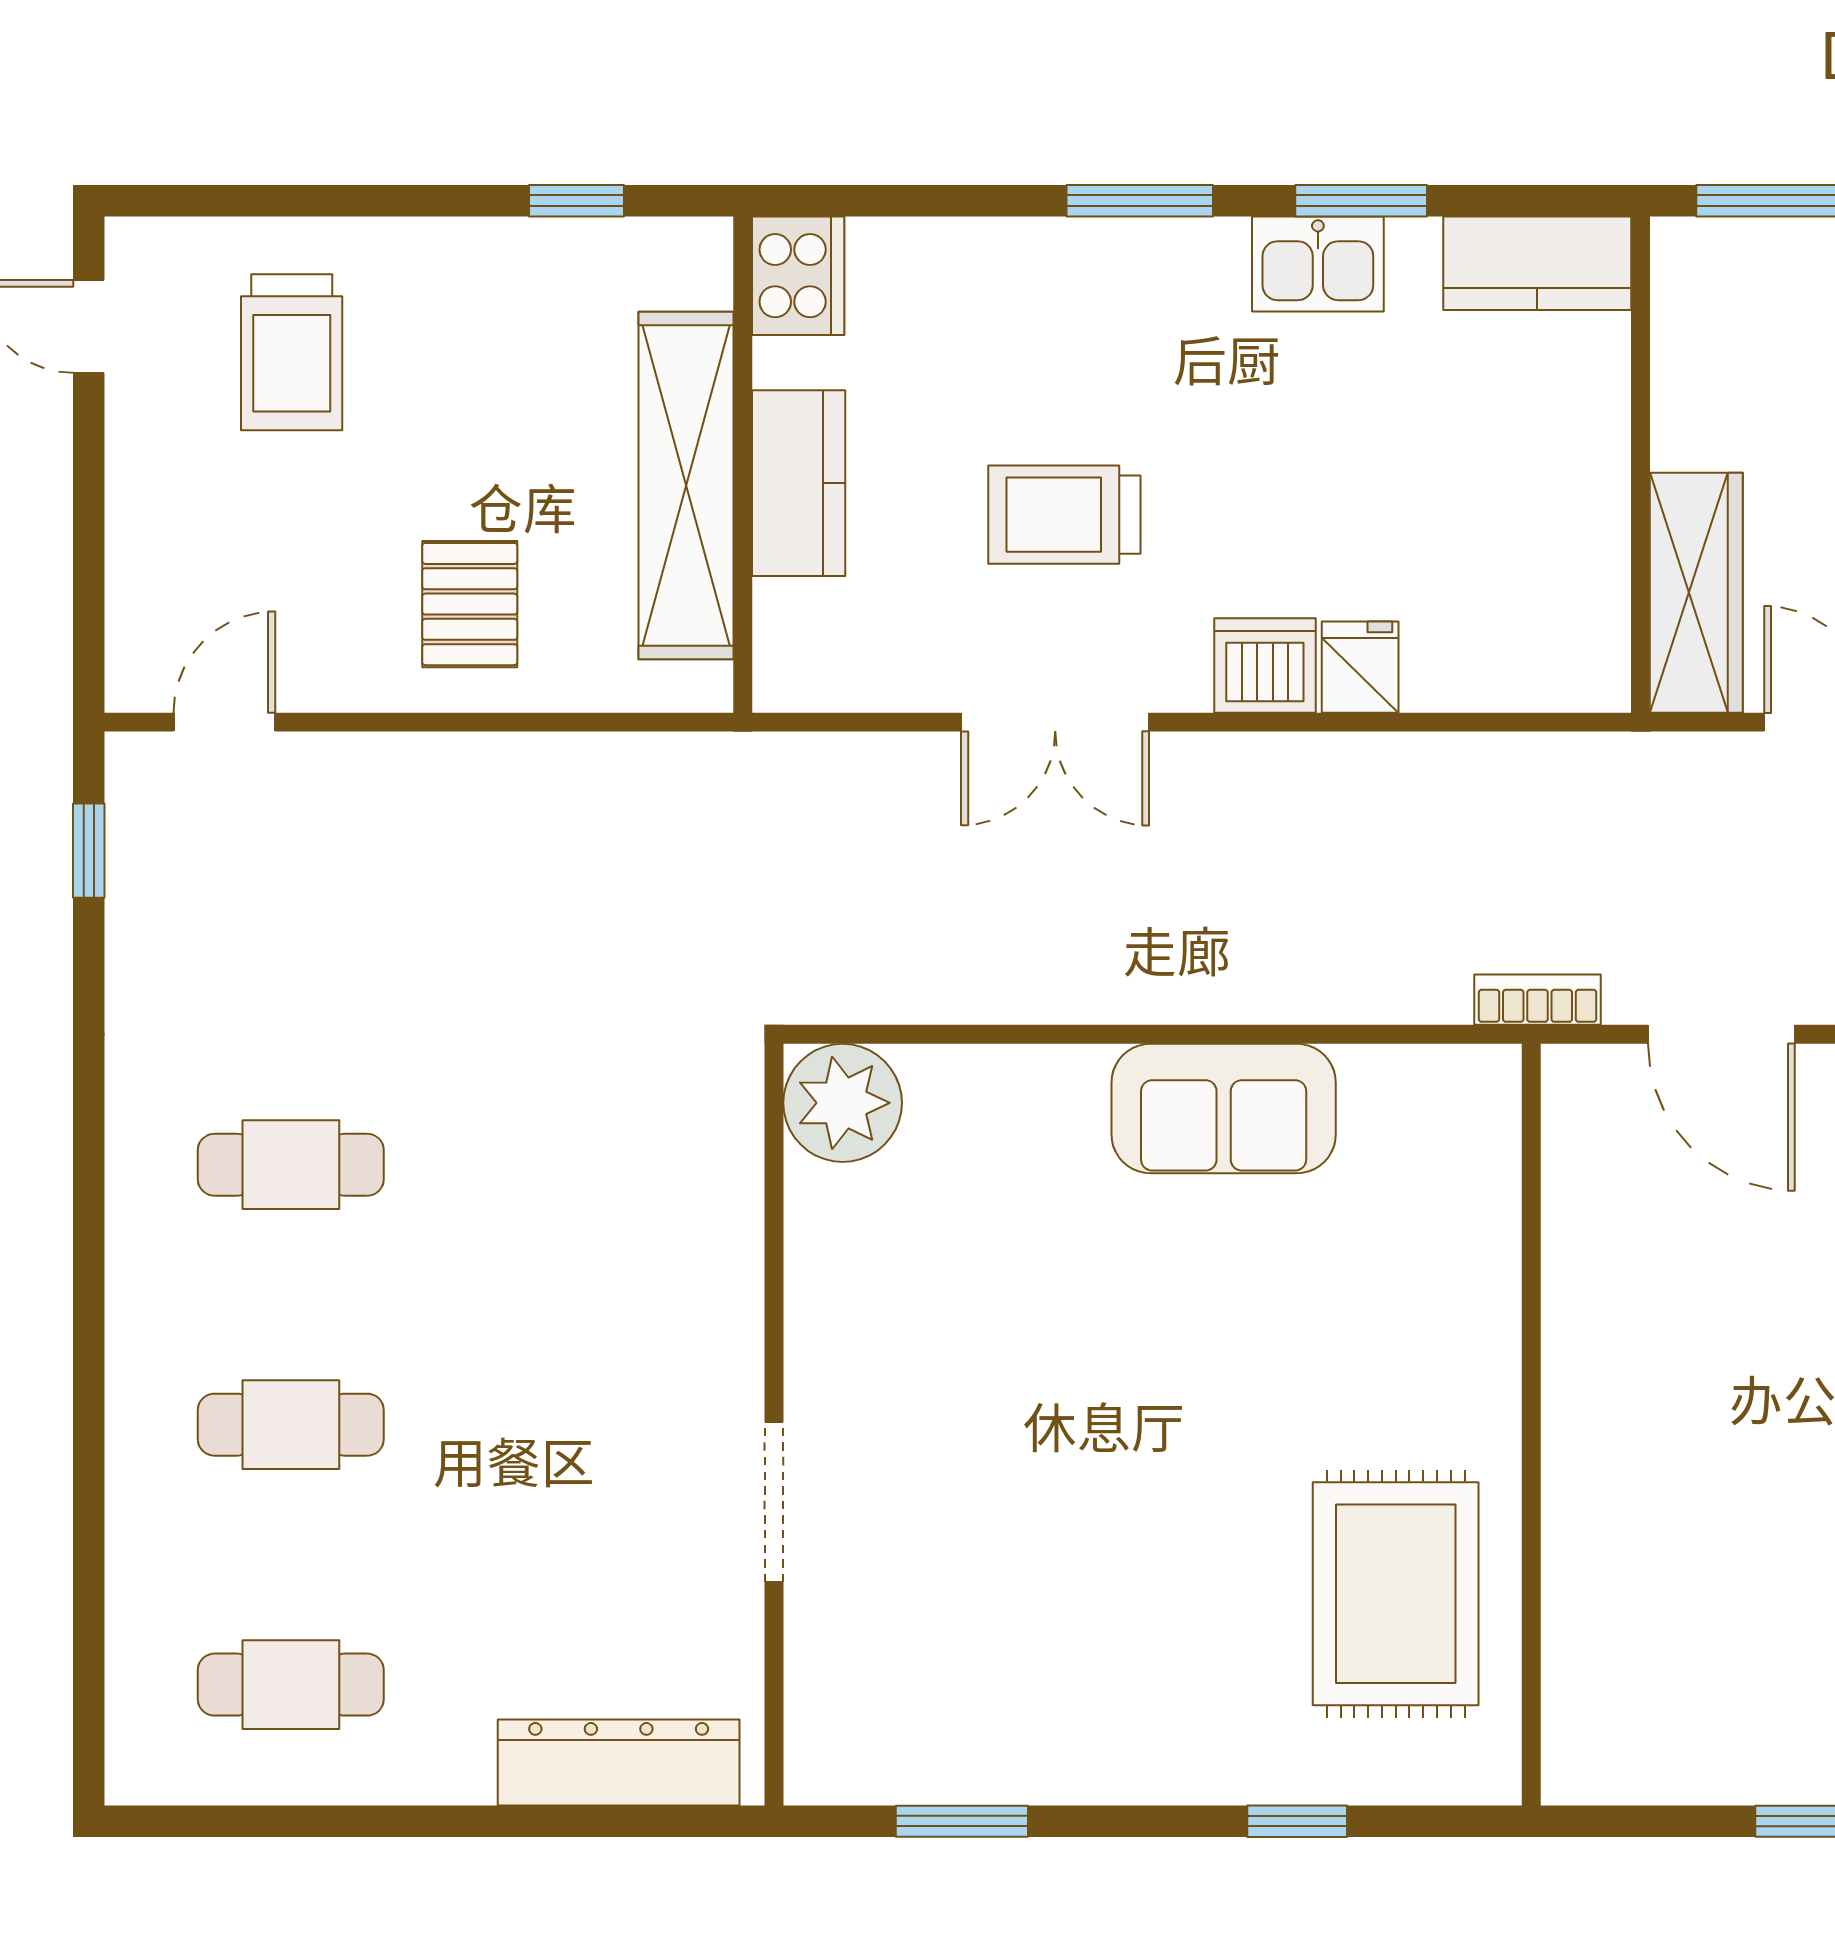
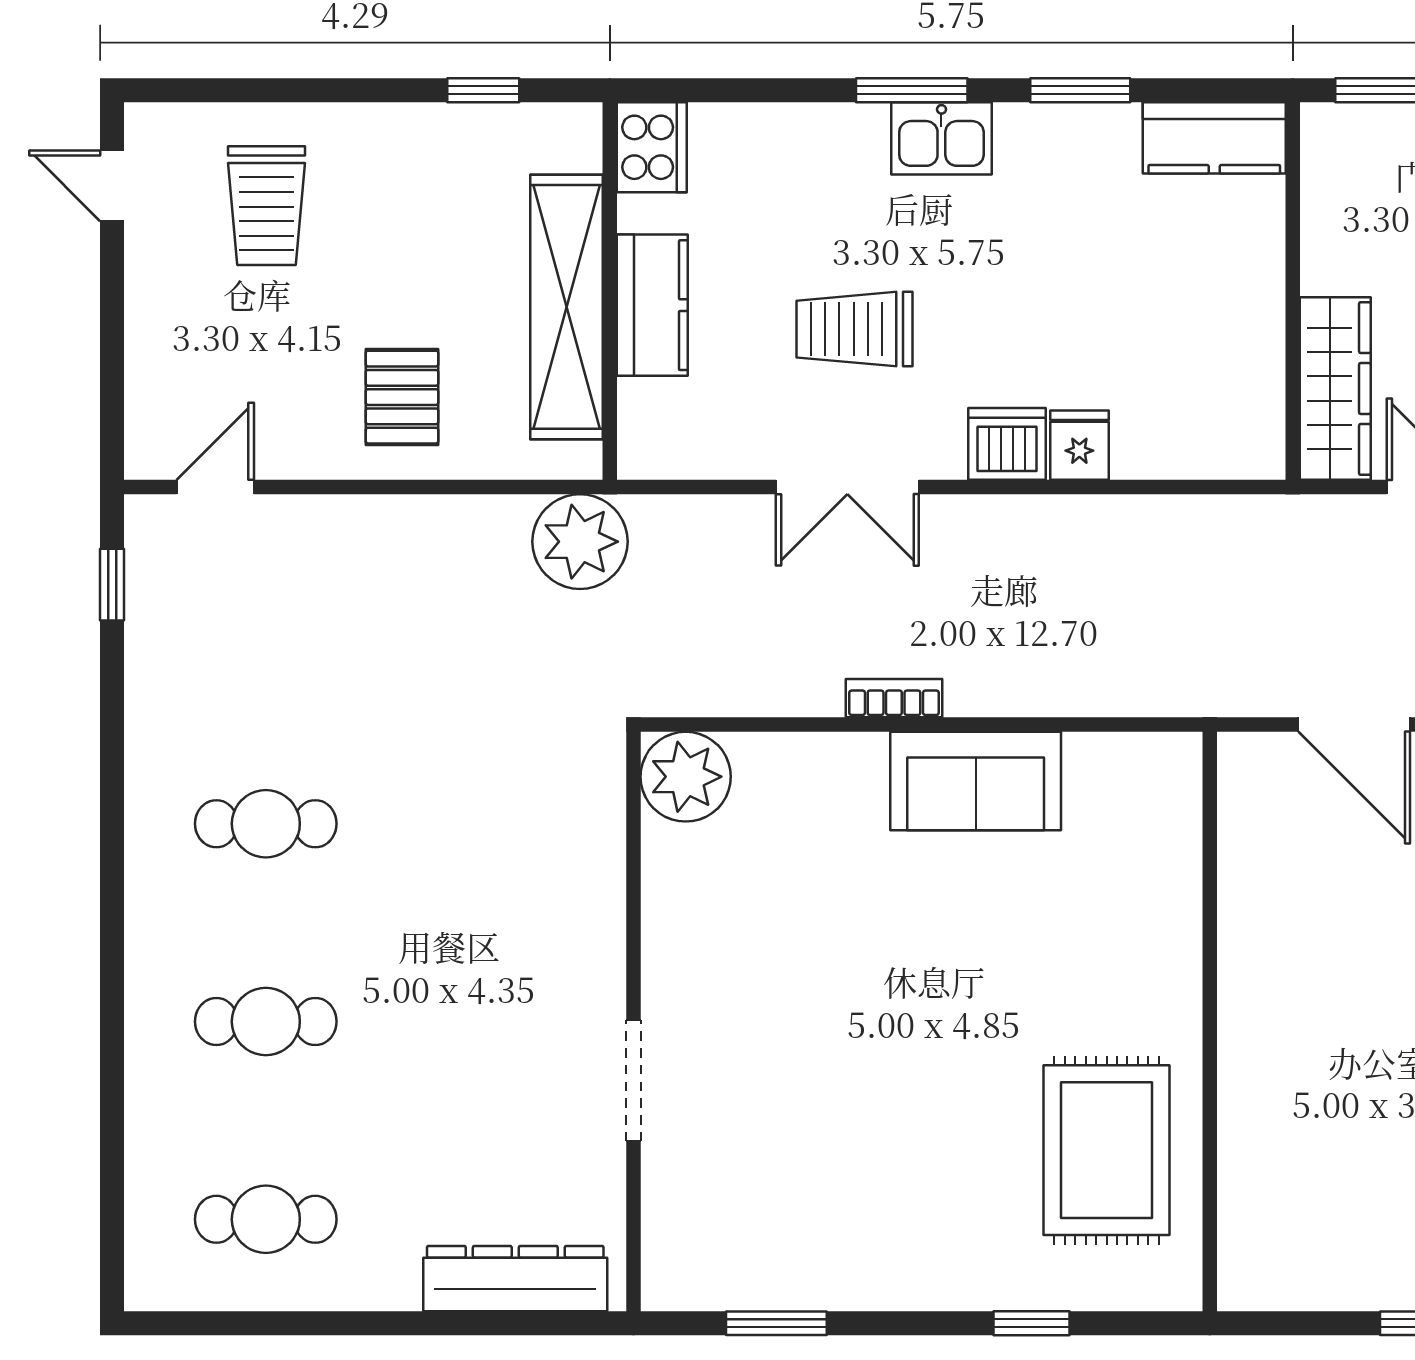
kitchen sink: (1318, 264) -> (941, 138), moved
plant: (704, 794) -> (580, 542), added
bookcase: (1537, 1000) -> (894, 698), moved

